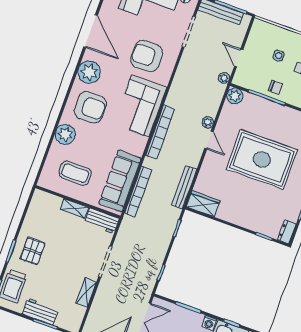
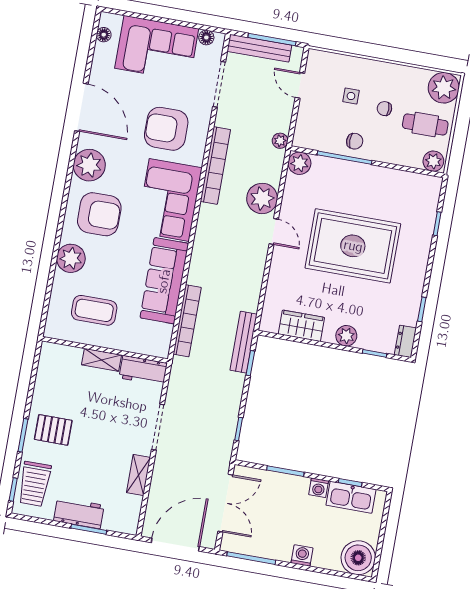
door: (239, 58) -> (300, 85), moved
plant: (208, 122) -> (262, 198), width x1.88, depth x1.88
bookcase: (160, 132) -> (215, 165), moved
sofa: (120, 181) -> (164, 281), moved
bench: (184, 187) -> (243, 342), moved
wardrobe: (203, 204) -> (301, 326), moved
plant: (247, 221) -> (346, 336), added
pallet: (33, 251) -> (53, 430), turned 90

